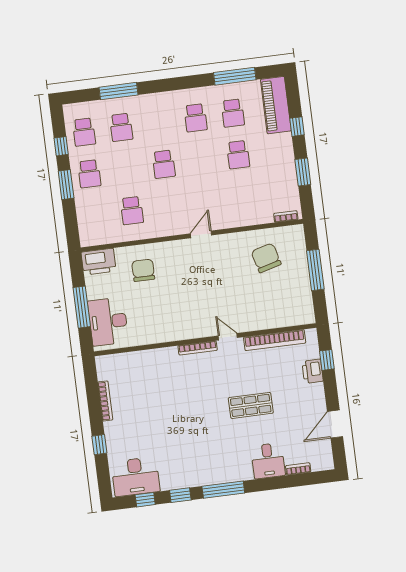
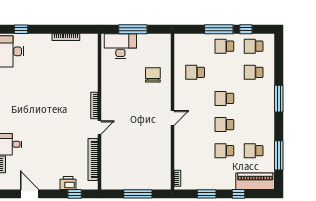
window: (118, 91) -> (279, 99), moved
school desk: (196, 118) -> (224, 125), moved
window: (66, 185) -> (219, 29), width x1.44
door: (201, 234) -> (172, 118), hinge flipped
chair: (266, 258) -> (151, 161), removed
printer: (99, 262) -> (163, 45), removed
chair: (143, 270) -> (153, 75), turned -90
shop shelf: (251, 405) -> (50, 137), removed
window: (99, 445) -> (21, 29), moved

